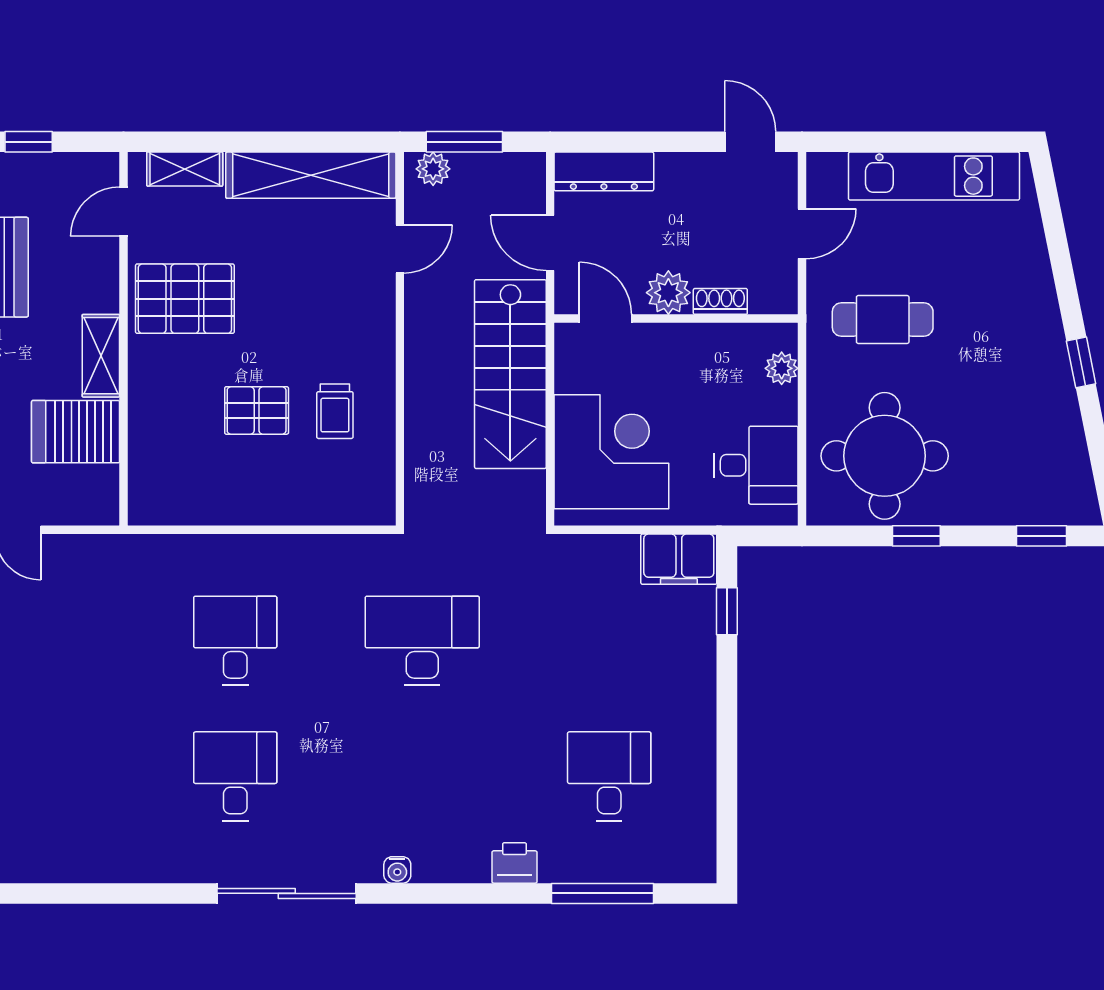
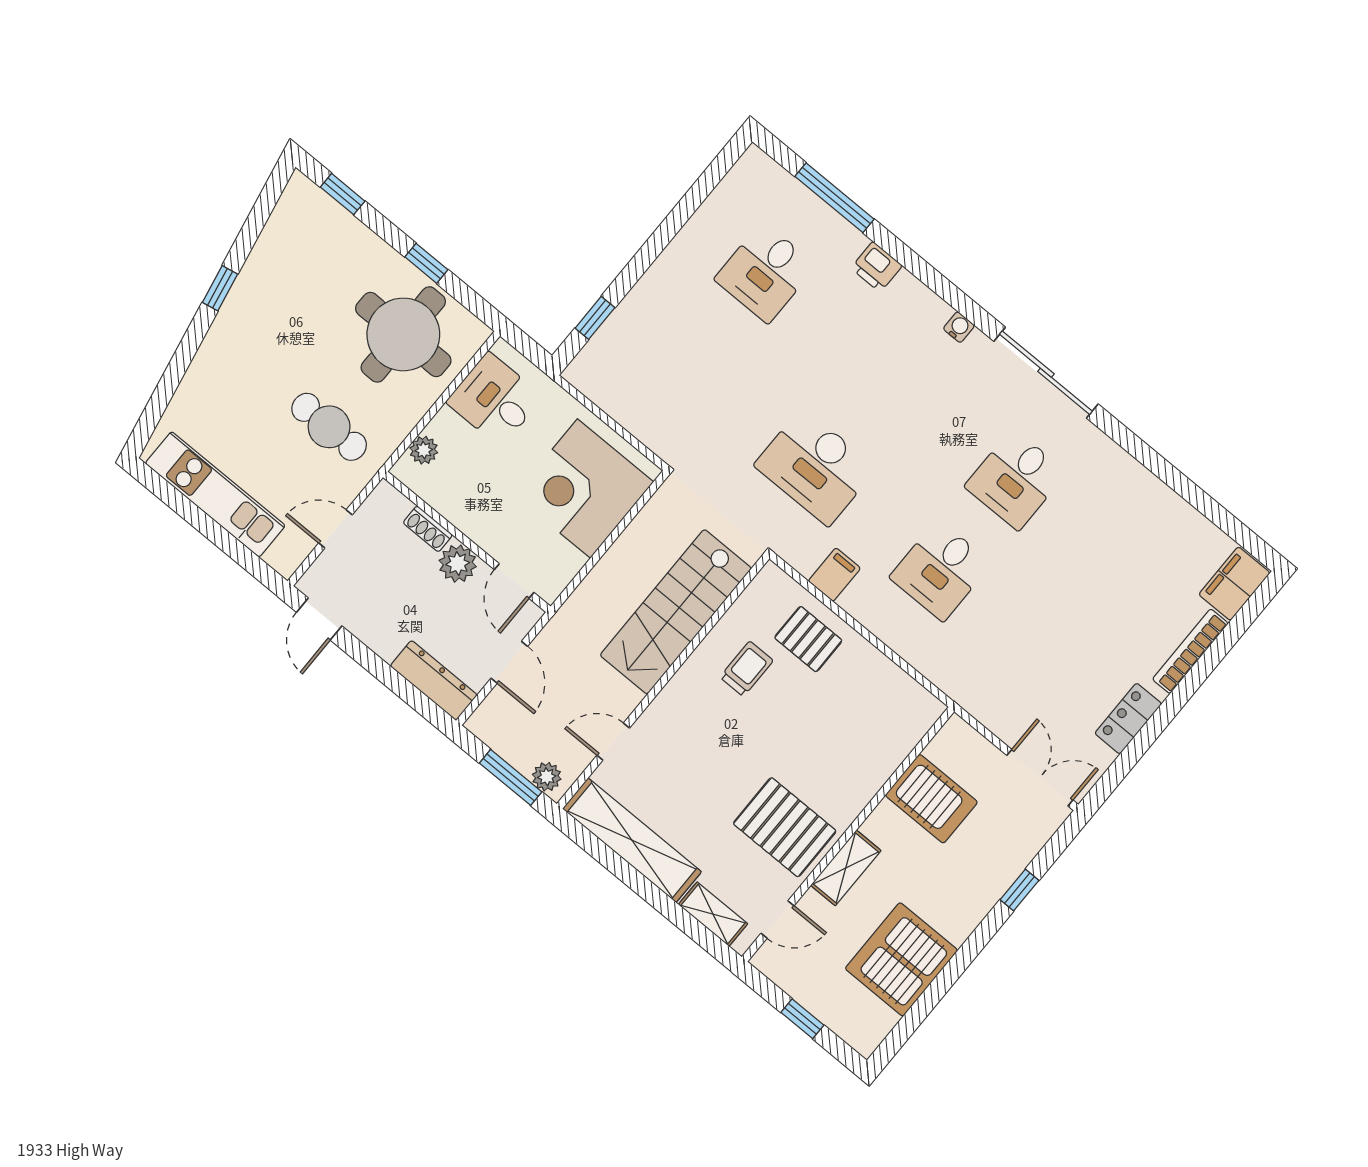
shelving: (101, 356) -> (846, 868), moved
stairs: (510, 374) -> (676, 612), moved, turned 180
pallet: (257, 410) -> (808, 639), moved
filing cabinet: (679, 559) -> (834, 575), moved, width x0.50

